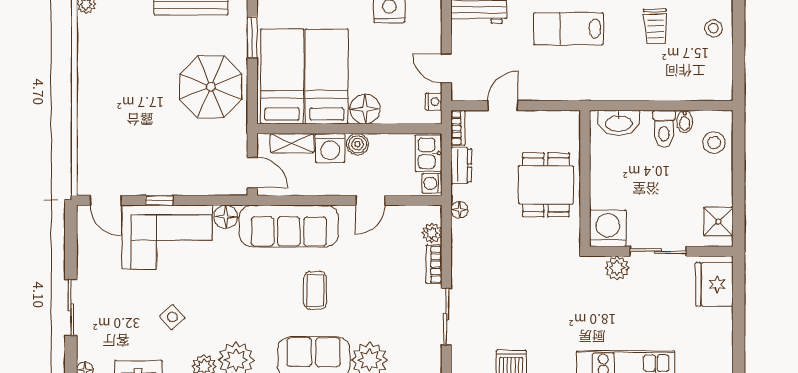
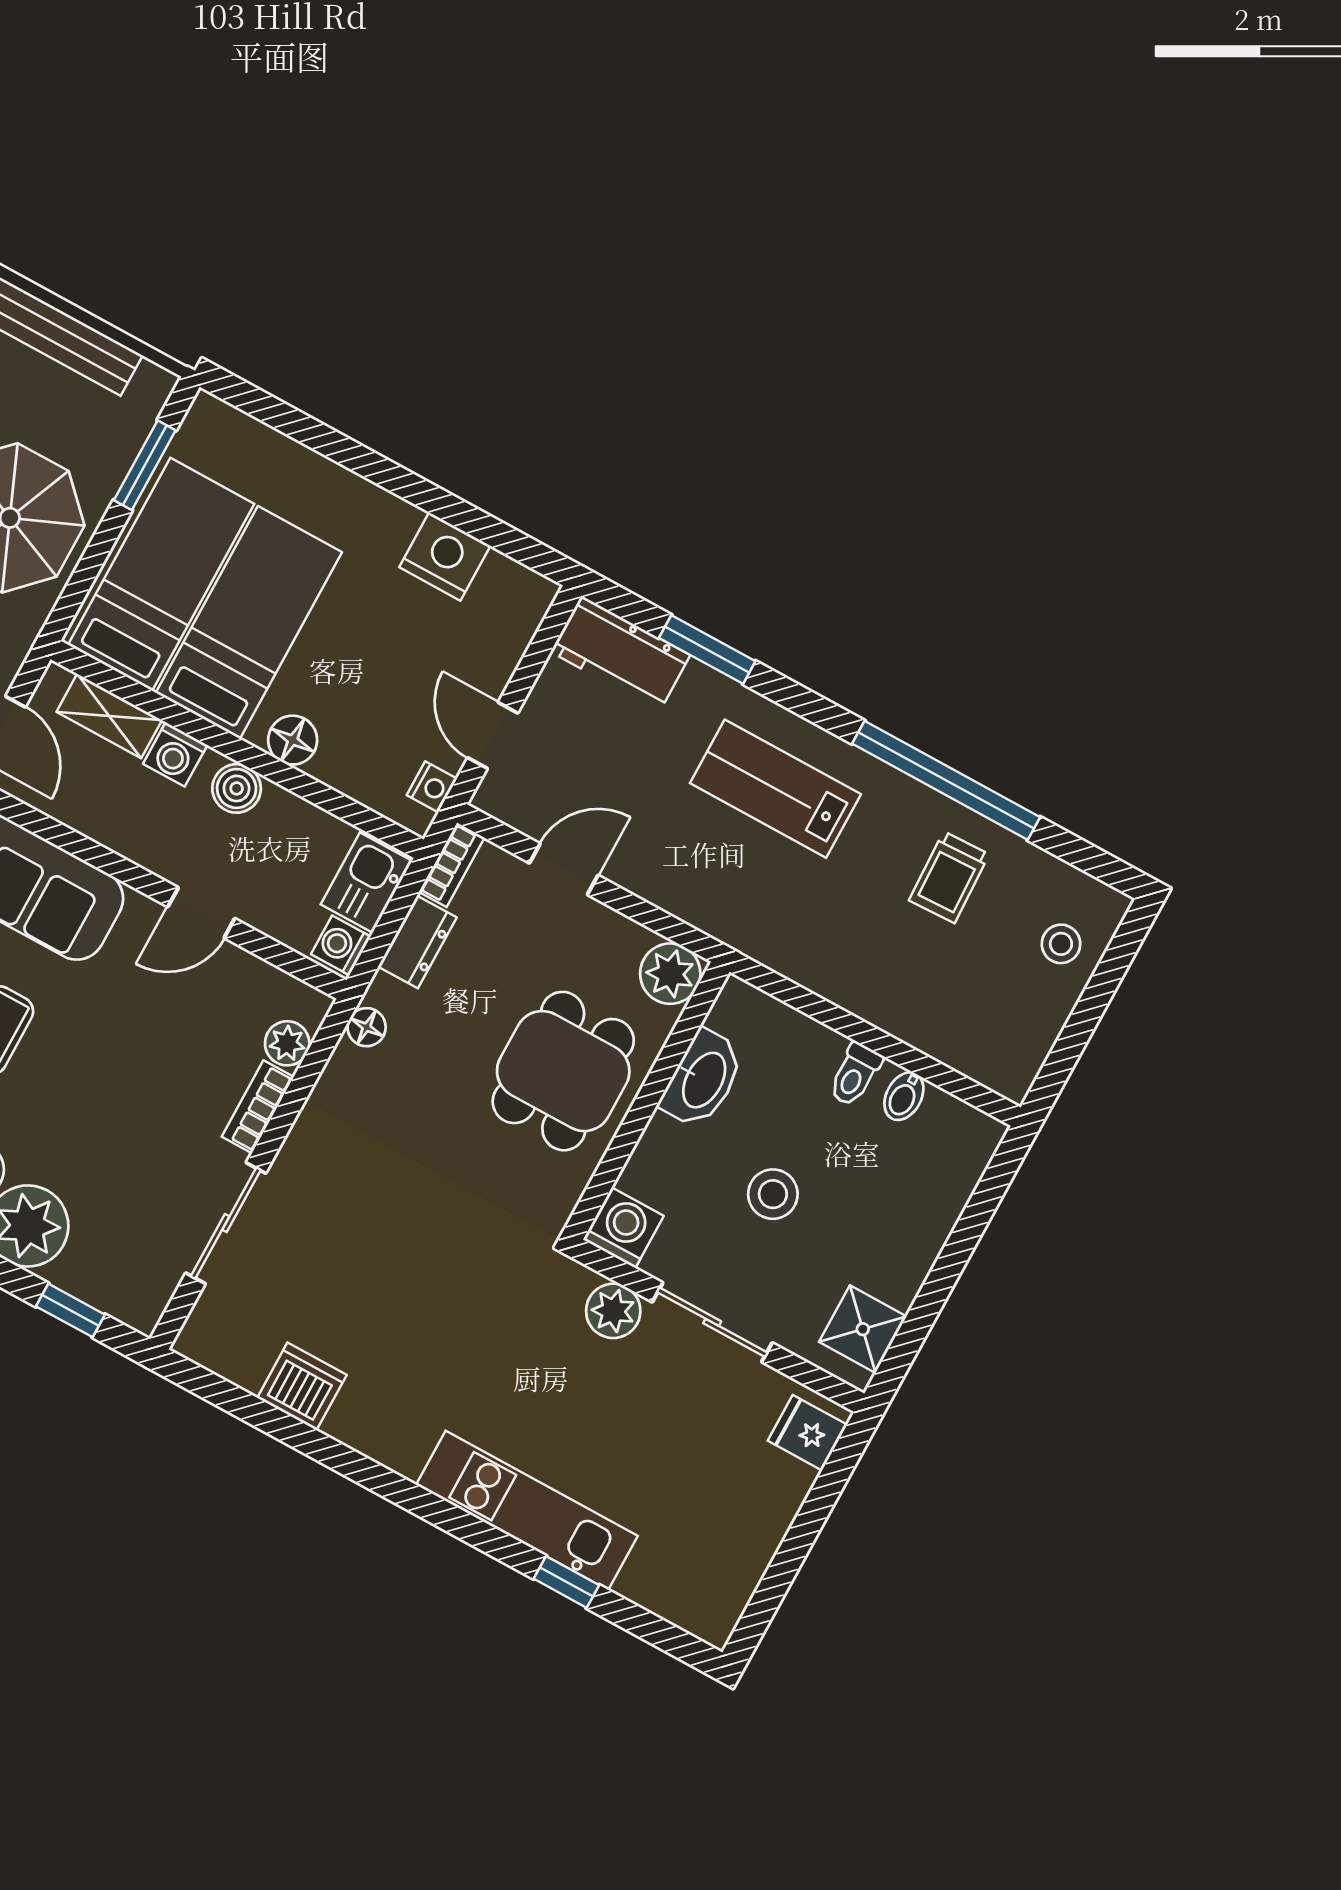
floor lamp: (365, 109) -> (293, 740), width x0.73, depth x0.73
washbasin: (619, 123) -> (703, 1079), moved, turned -90
plant: (567, 124) -> (670, 974), added
toilet: (664, 129) -> (855, 1074), width x0.73, depth x0.72
stool: (714, 143) -> (773, 1194), moved
washing machine: (330, 148) -> (175, 754), width x0.73, depth x0.73
washing machine: (608, 228) -> (623, 1228), width x0.73, depth x0.73
fridge: (714, 284) -> (807, 1433), width x0.53, depth x0.75

